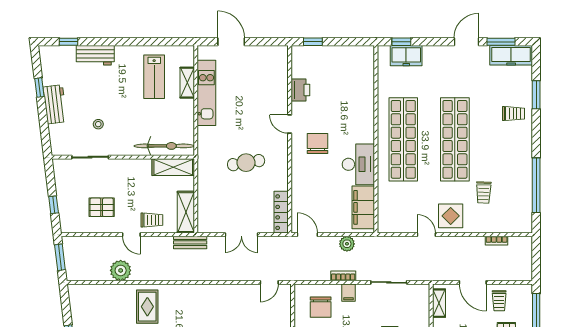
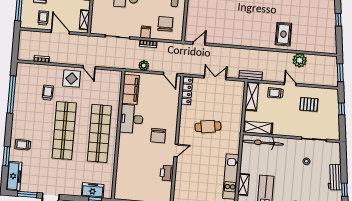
freezer: (511, 55) -> (14, 176), moved, turned 90
door: (290, 124) -> (176, 150), hinge flipped

